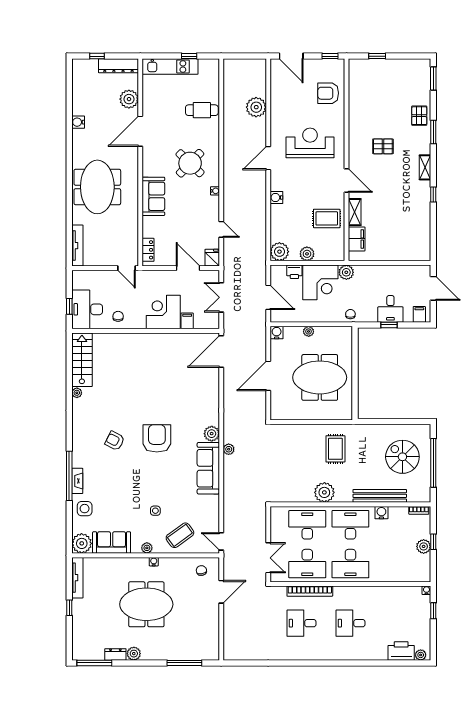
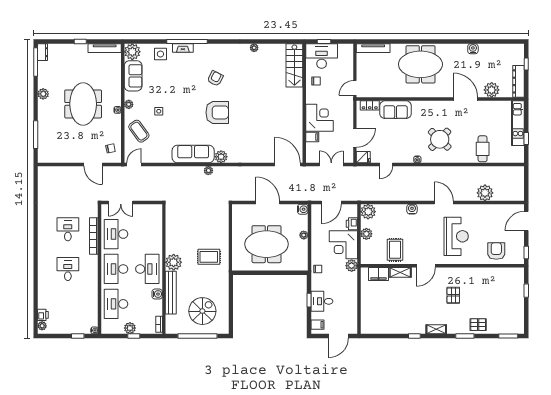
sofa: (153, 196) -> (396, 110), moved
stairs: (82, 360) -> (294, 65), moved, turned 90
meeting table: (320, 377) -> (266, 244), turned 90
plant: (324, 492) -> (174, 262), moved
desk: (307, 525) -> (116, 304), moved, turned 180
printer: (401, 651) -> (43, 315), width x0.53, depth x0.68
dresser: (115, 654) -> (43, 52), moved

